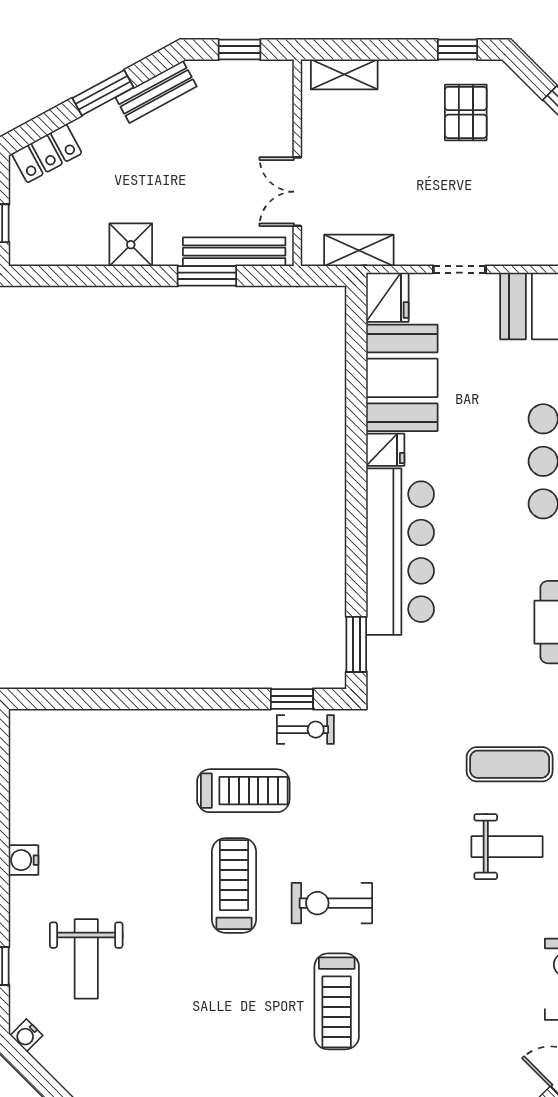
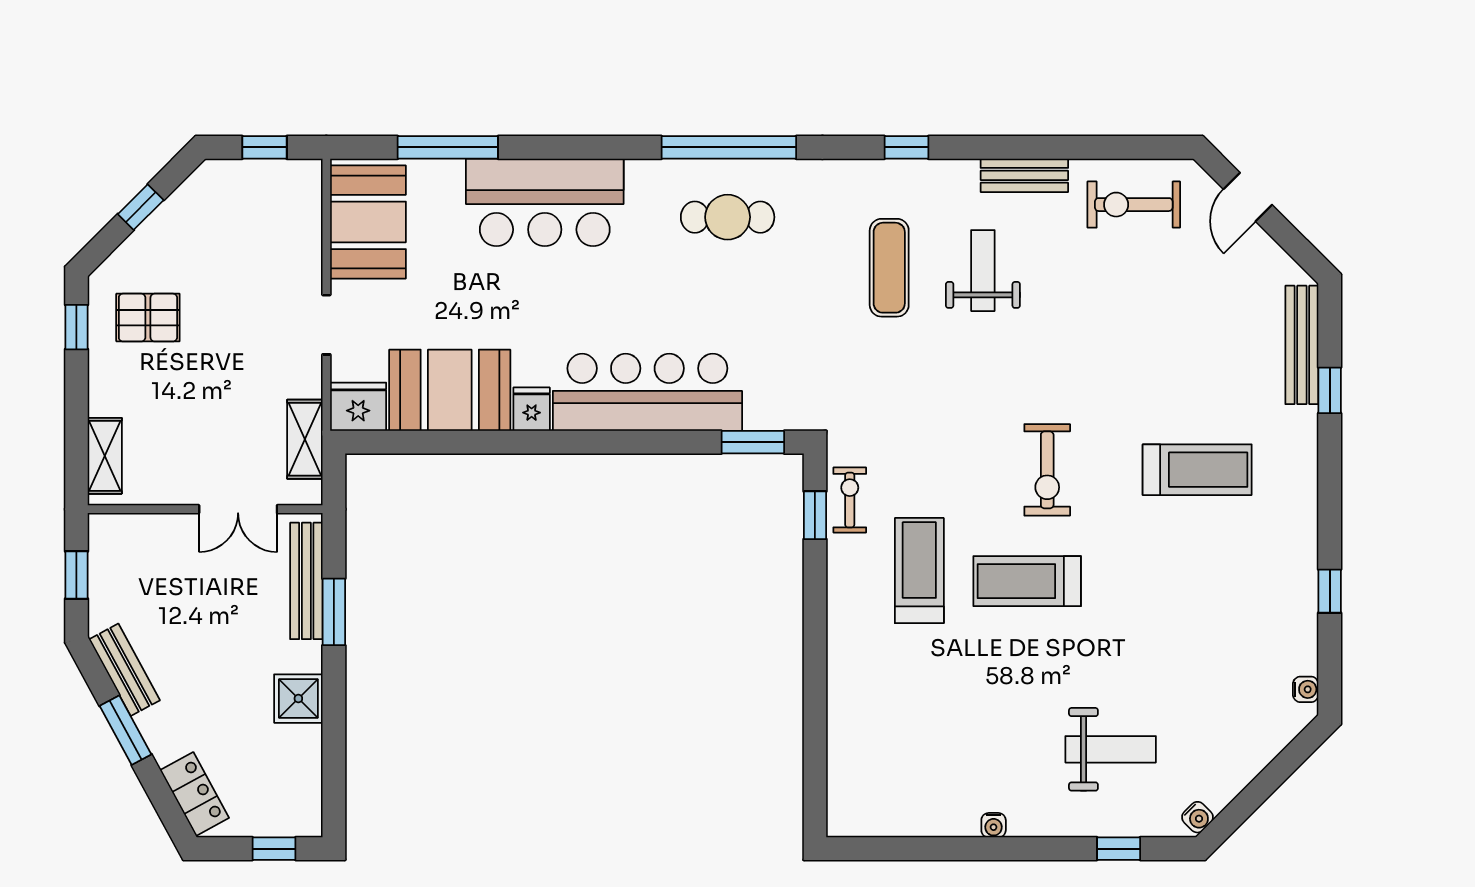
water cooler: (24, 860) -> (994, 825), width x0.72, depth x0.72
treadmill: (337, 1001) -> (1197, 470), moved

